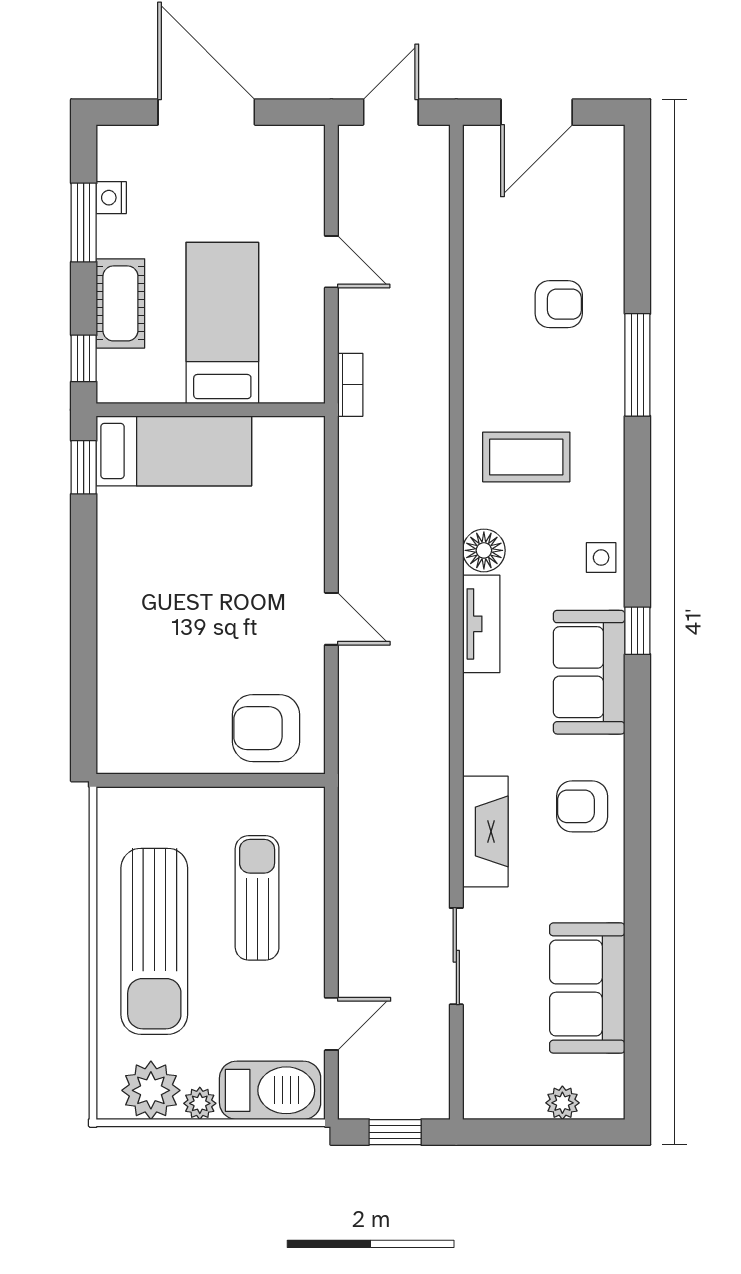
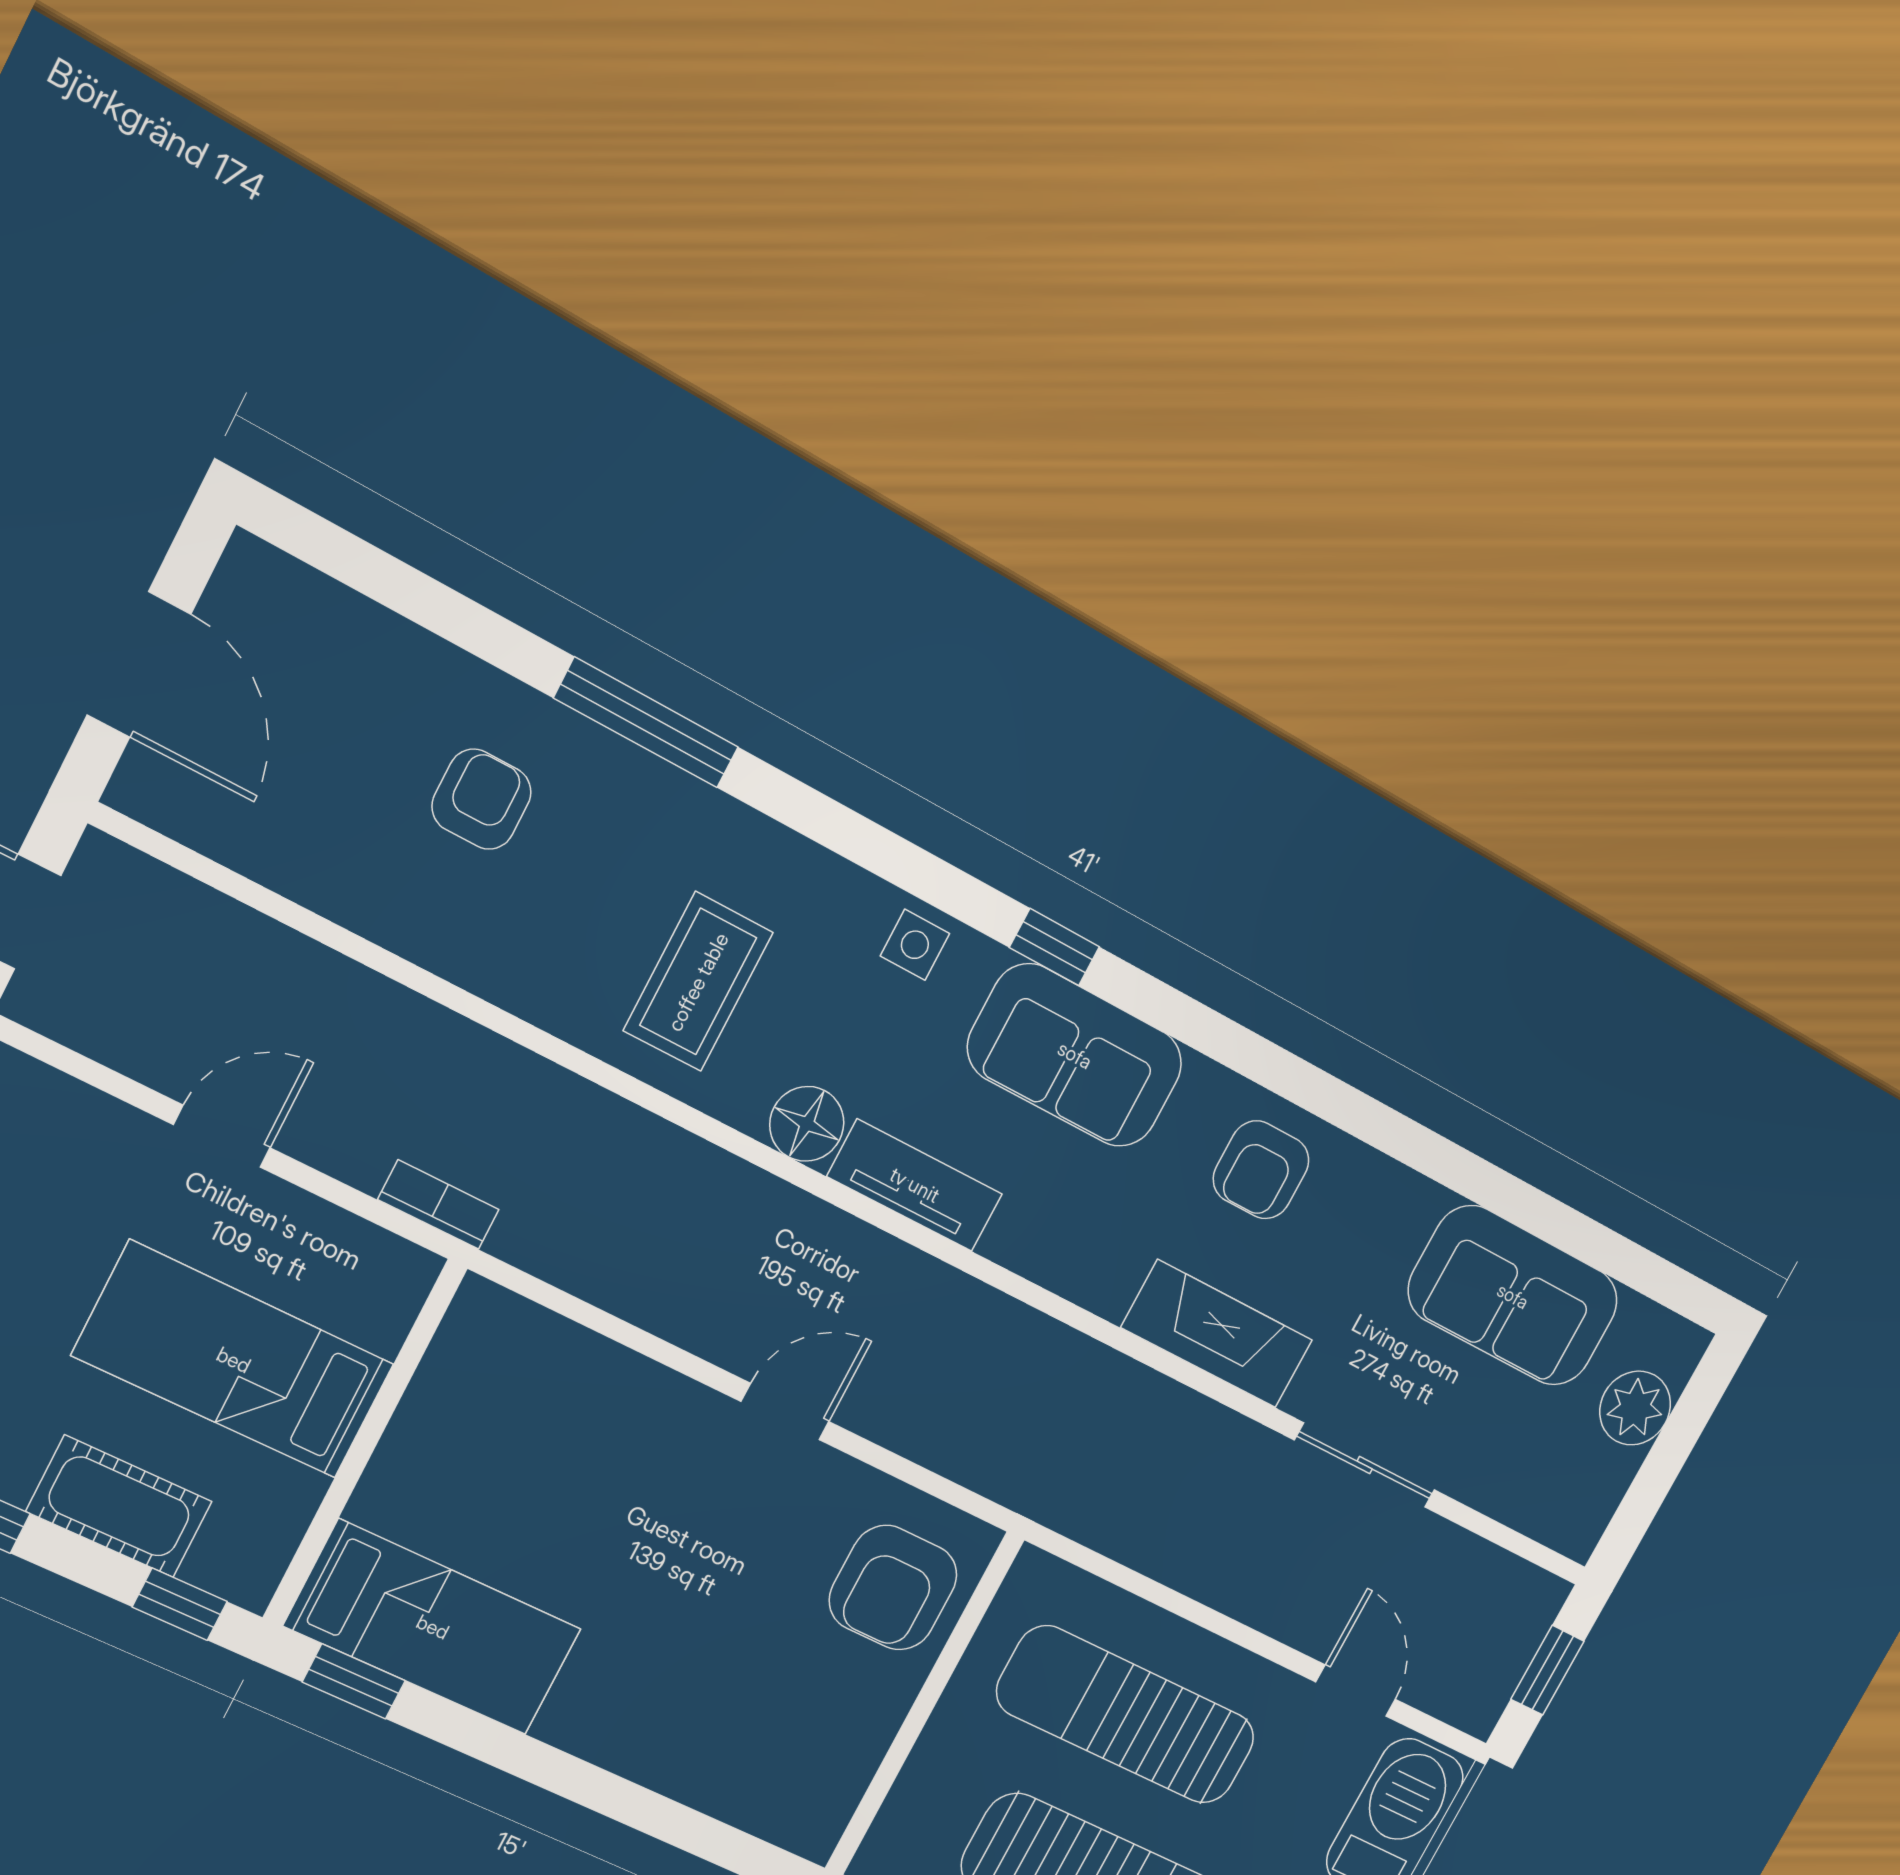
bed: (174, 451) -> (433, 1627), moved, turned 90
sun lounger: (257, 898) -> (1126, 1715), width x1.36, depth x1.34
plant: (562, 1103) -> (1635, 1408), width x1.38, depth x1.38

